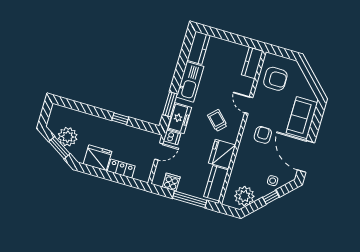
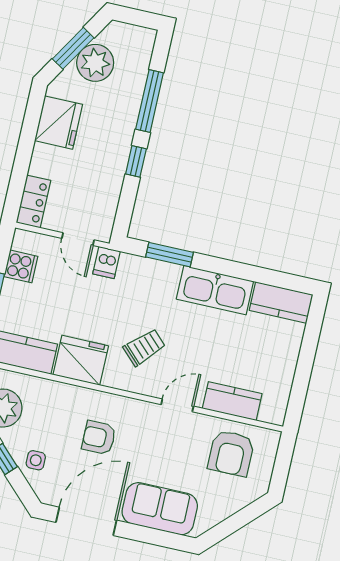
kitchen counter: (252, 63) -> (232, 401), moved
window: (89, 110) -> (150, 101), added
freezer: (179, 118) -> (144, 274), removed
armchair: (263, 135) -> (99, 438), moved, turned 180
locker: (121, 169) -> (33, 202), moved

